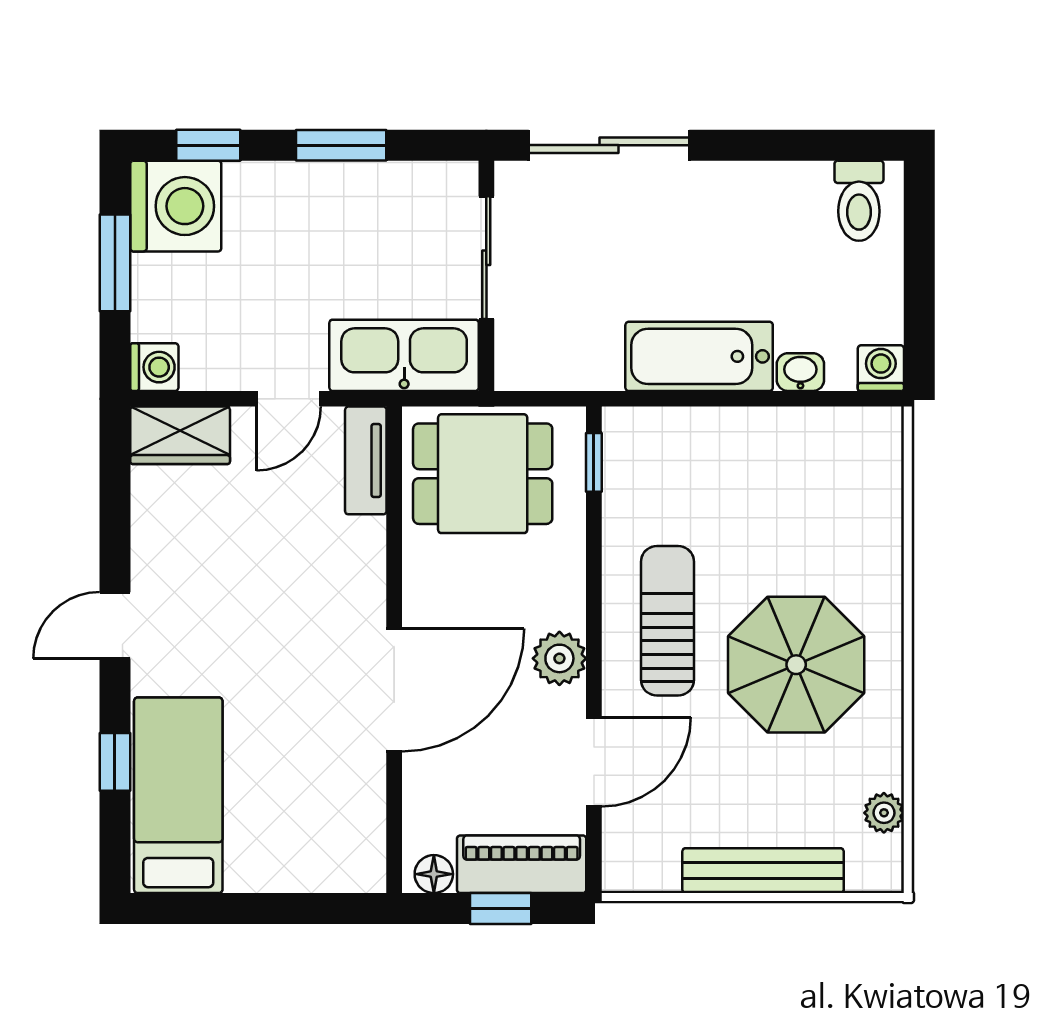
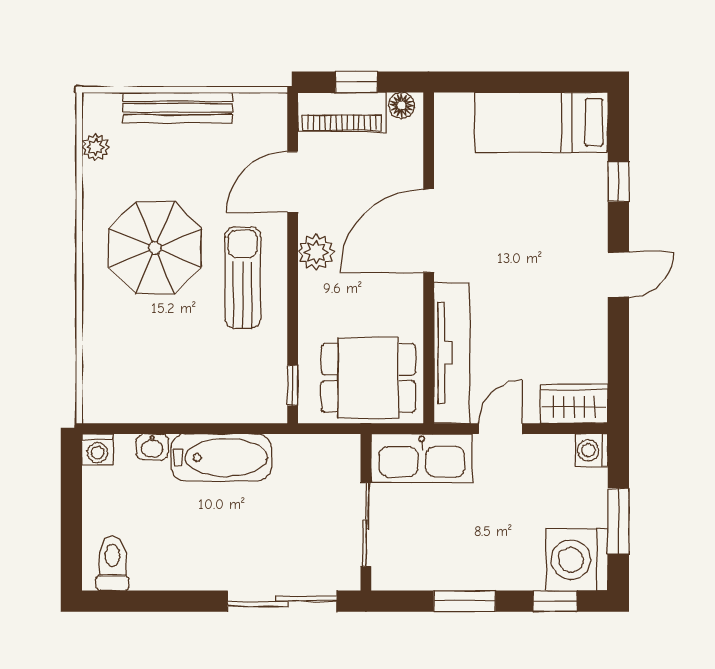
tv unit: (366, 460) -> (452, 353), width x1.92, depth x1.29
sun lounger: (667, 621) -> (243, 278), turned 180
bed: (178, 795) -> (541, 122), moved, turned 90

